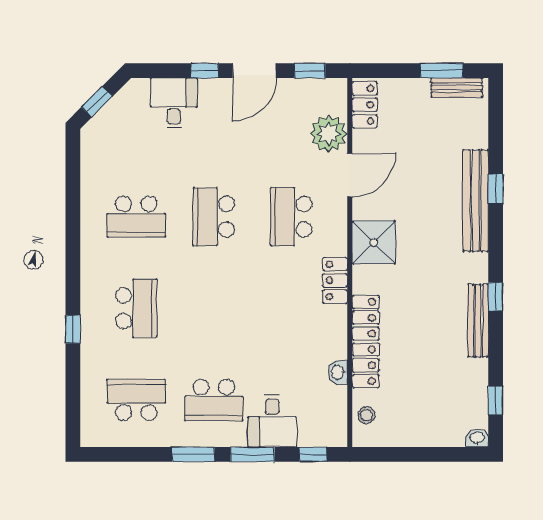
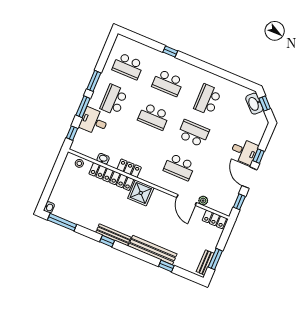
desk: (174, 103) -> (244, 151), moved
washbasin: (106, 122) -> (254, 104), added
plant: (329, 134) -> (203, 201), width x0.53, depth x0.53
window: (496, 189) -> (166, 266), moved
school desk: (291, 217) -> (179, 167), turned 180
shower: (374, 243) -> (141, 193), moved
locker: (335, 280) -> (129, 168), moved
school desk: (214, 308) -> (154, 117), added
bench: (478, 321) -> (113, 235), moved
school desk: (136, 400) -> (128, 66), turned 90
window: (496, 400) -> (62, 222), width x2.17

